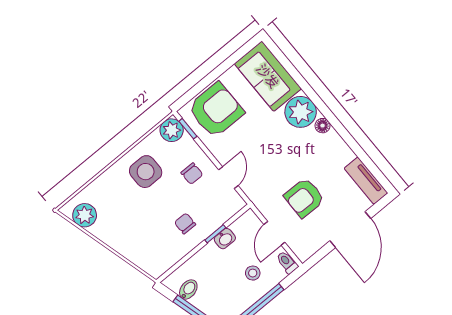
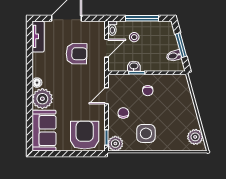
armchair: (216, 110) -> (85, 135), turned 90

